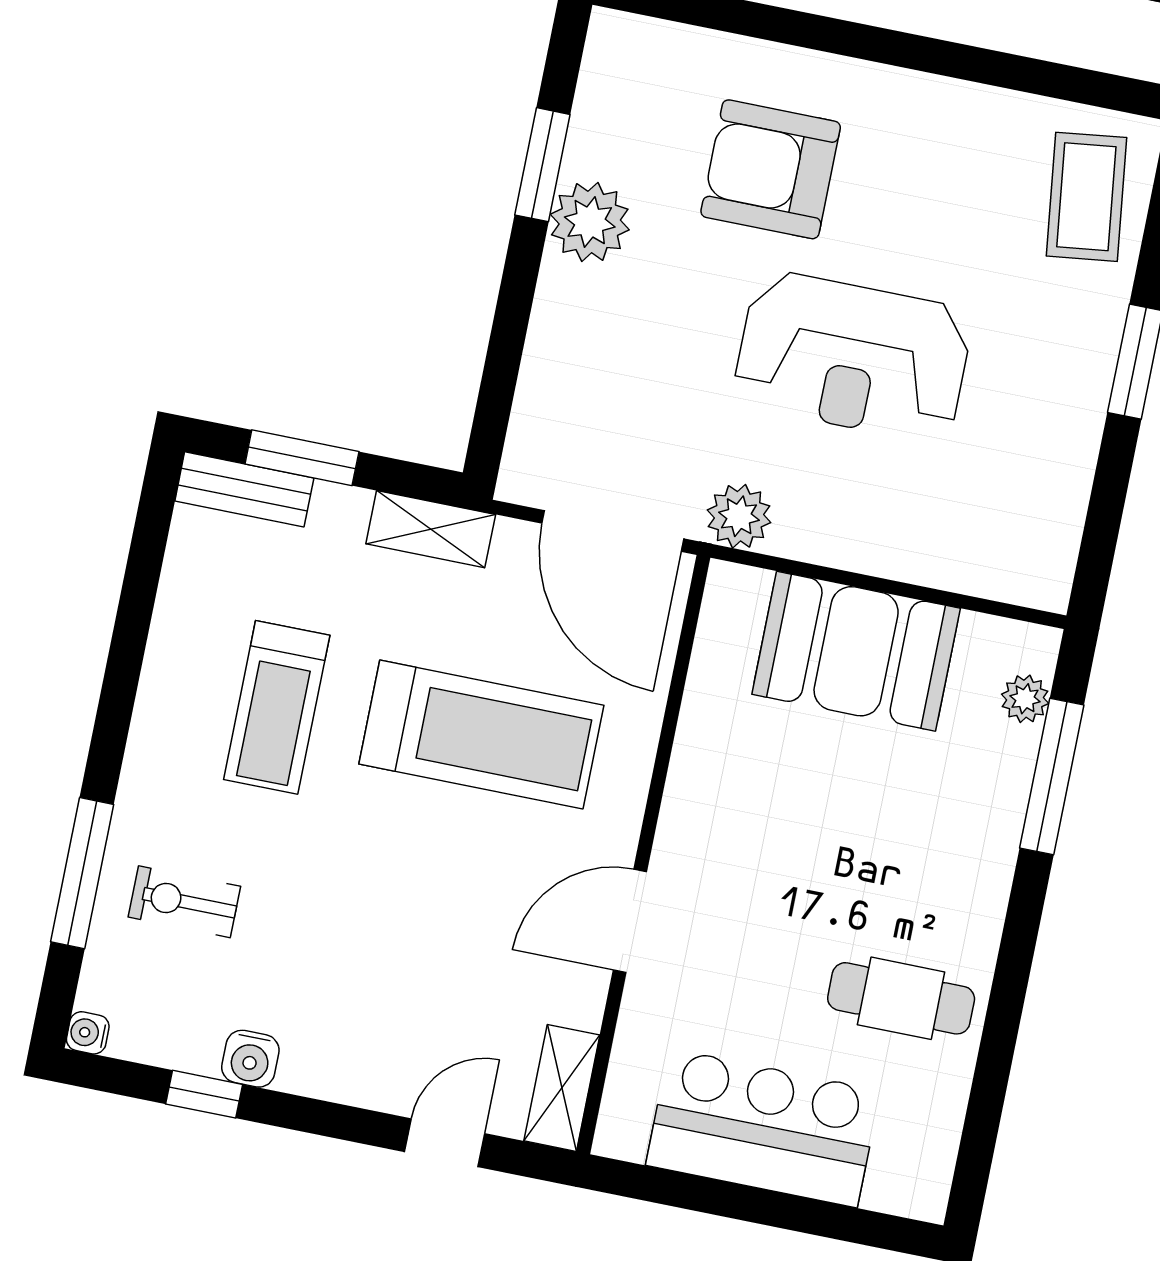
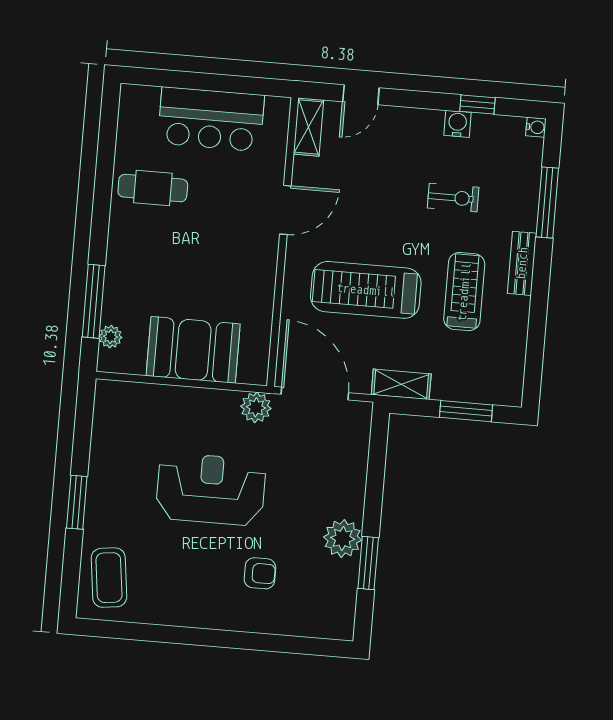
armchair: (771, 169) -> (260, 573), width x0.53, depth x0.53
bench: (244, 489) -> (522, 263), moved, turned 90
exercise bike: (184, 902) -> (453, 198), moved

